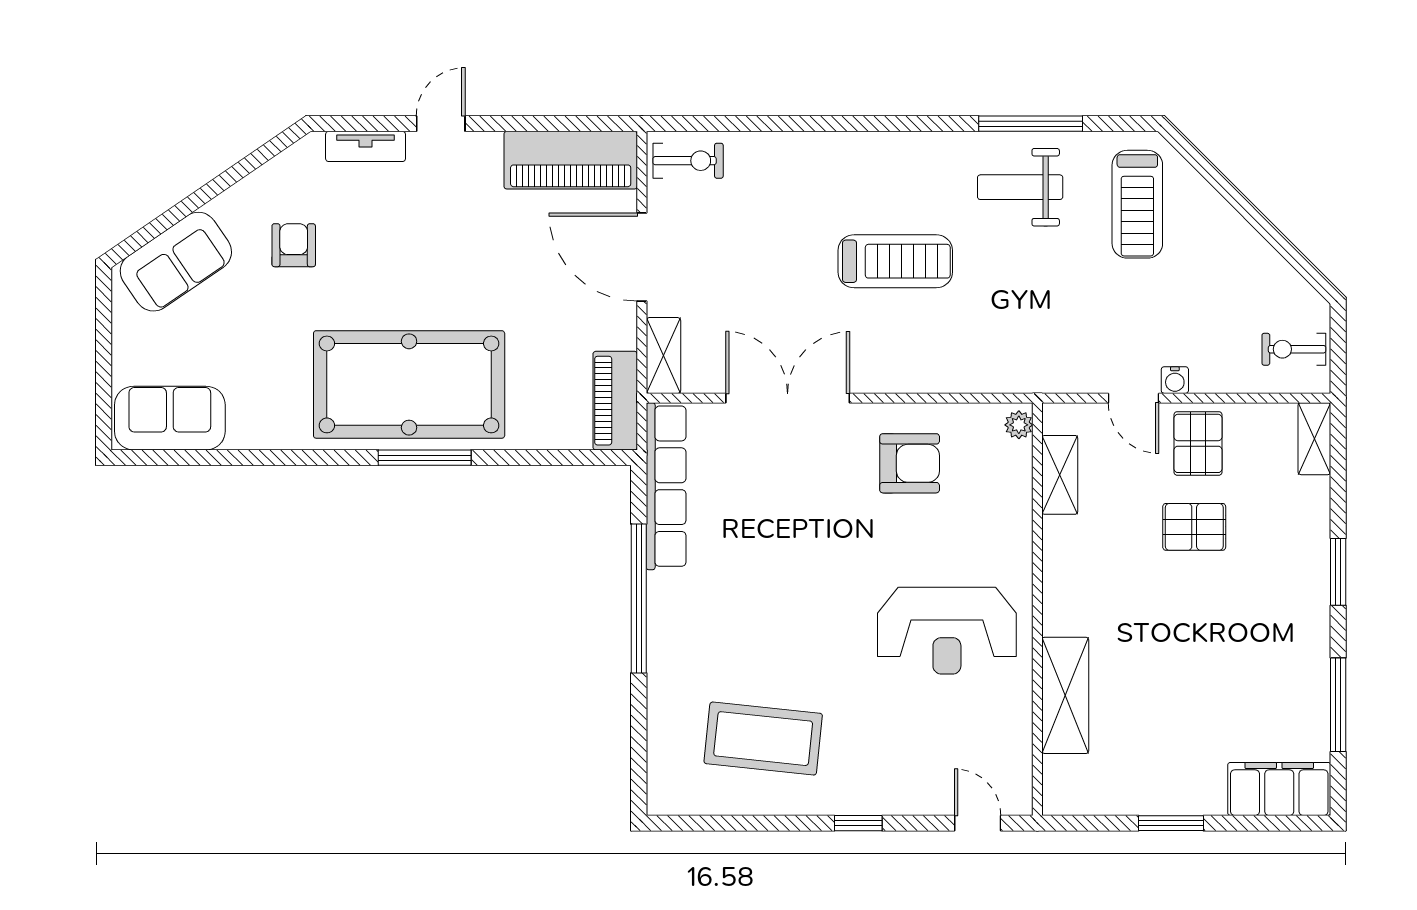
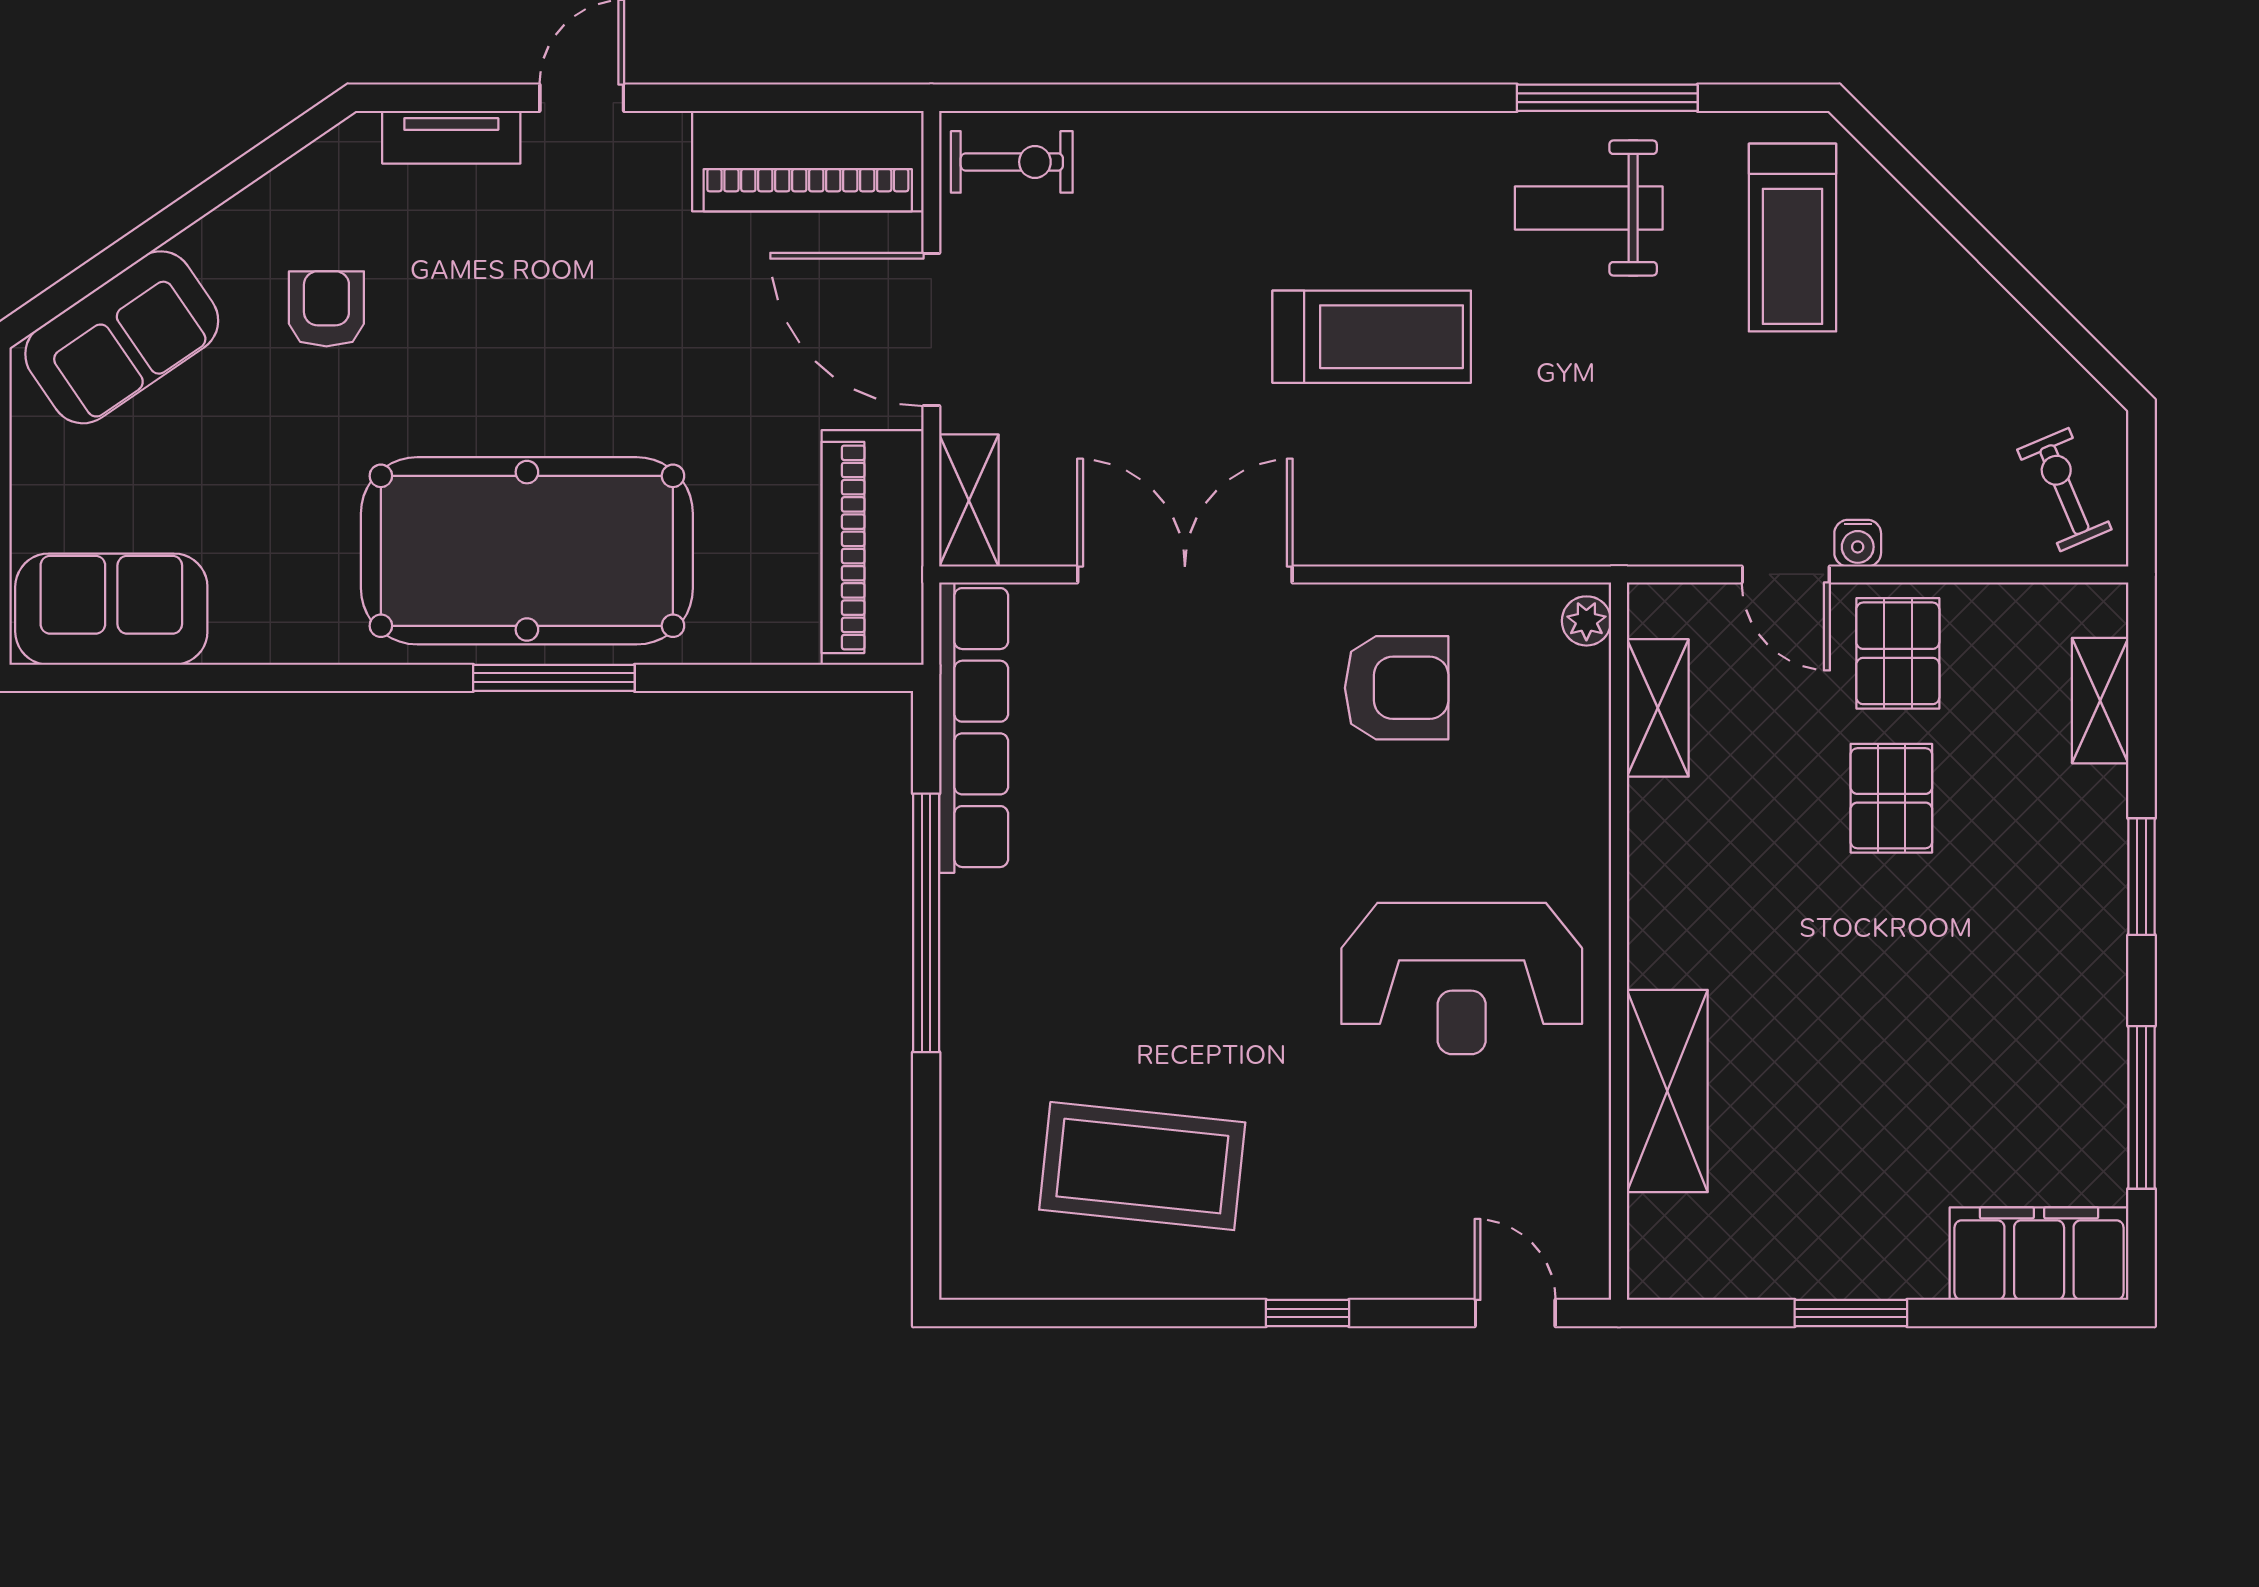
exercise bike: (1294, 349) -> (2064, 490), turned 67
piano: (615, 401) -> (873, 547), width x1.37, depth x1.33
shelving: (1314, 439) -> (2100, 701), moved
pallet: (1194, 527) -> (1891, 798), turned 90

